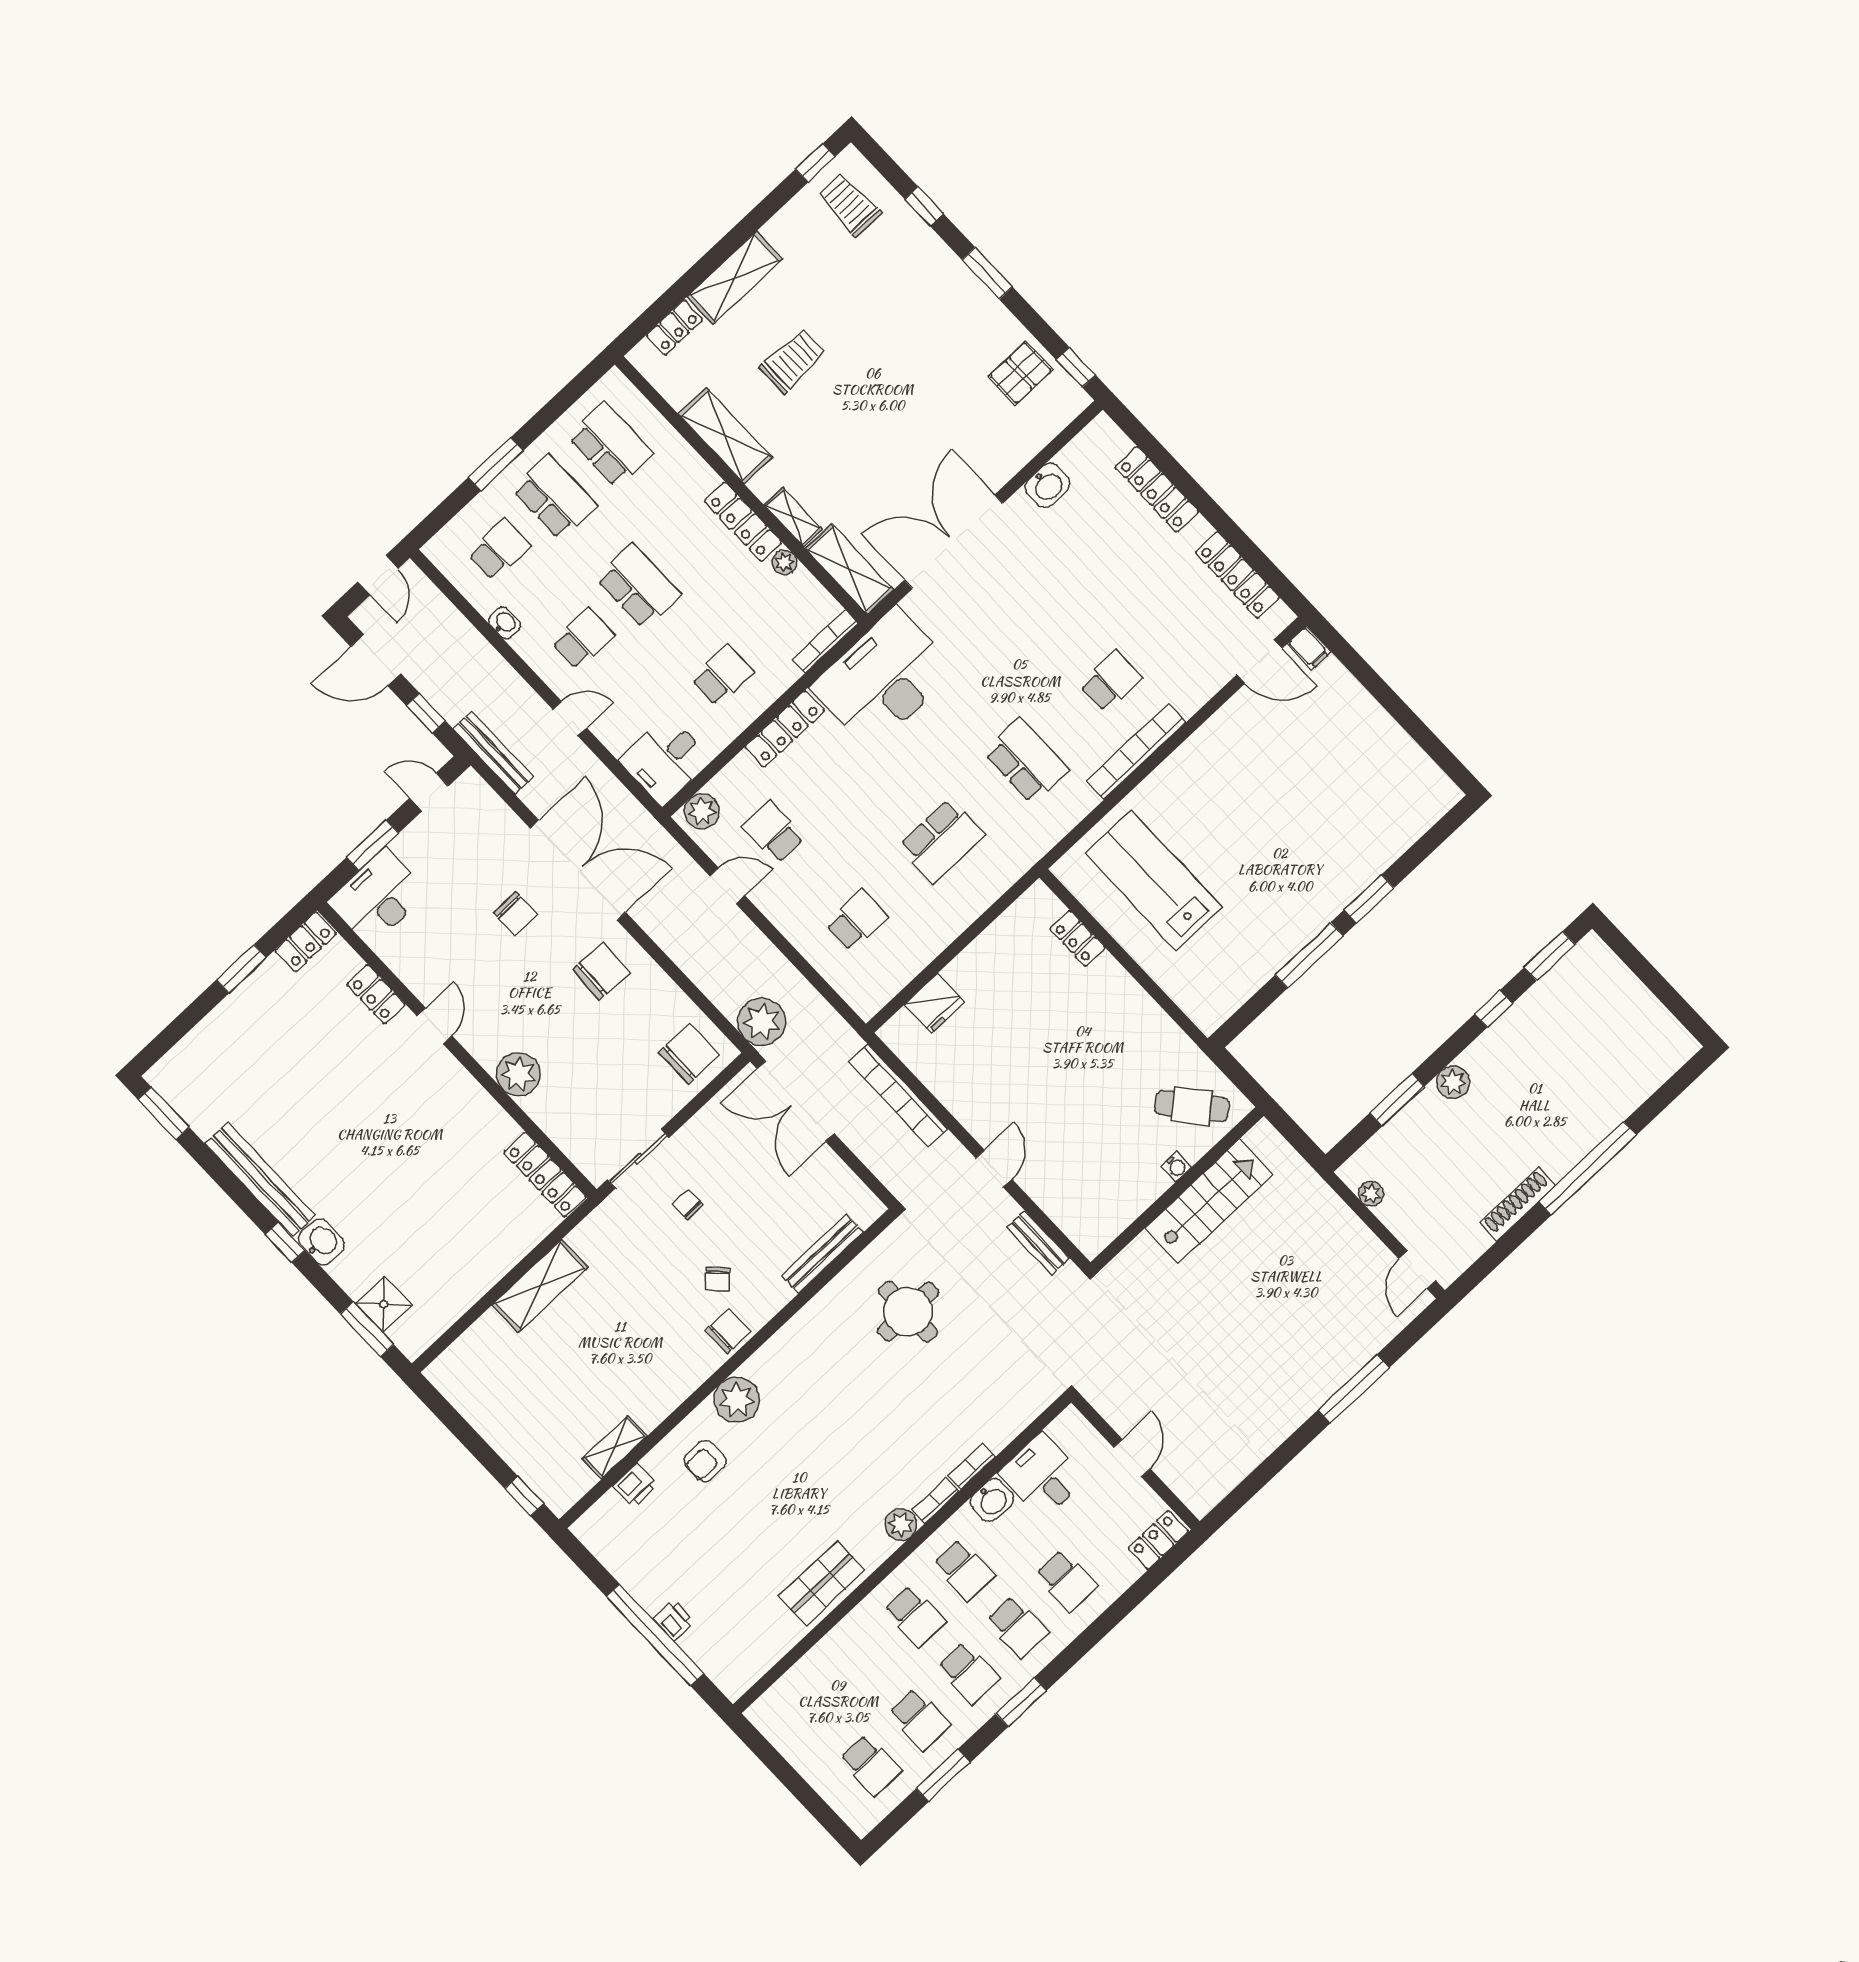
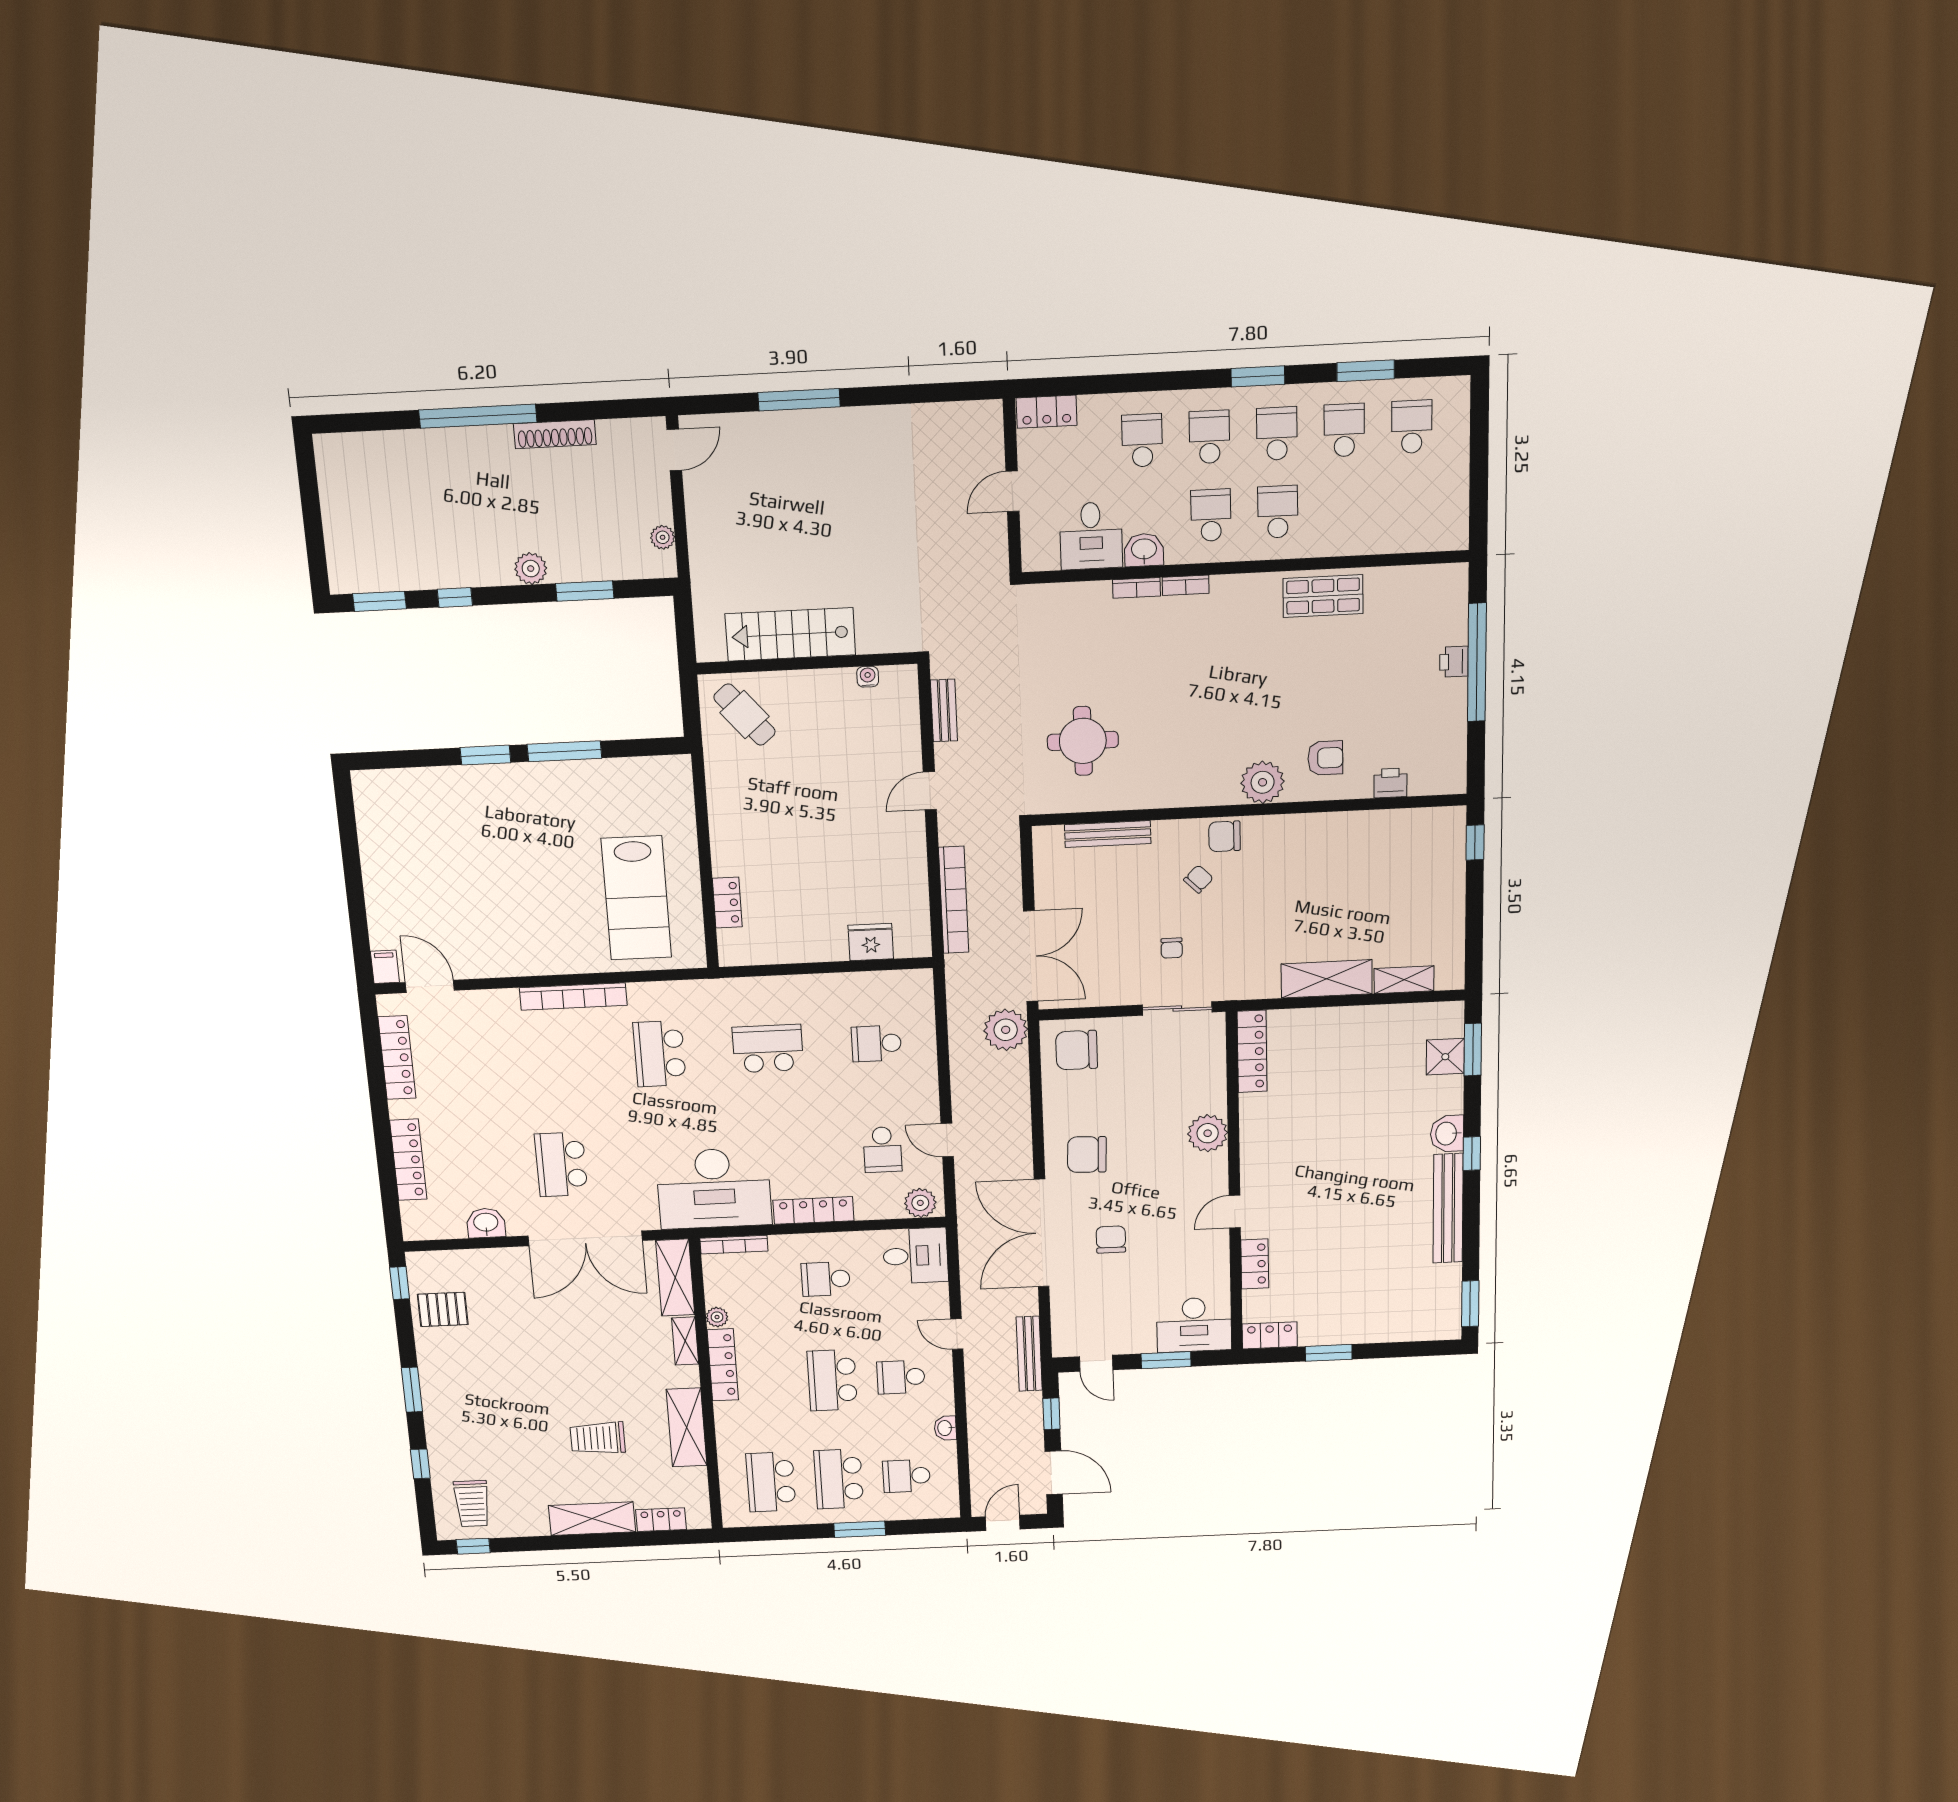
school desk: (1111, 681) -> (561, 1164), moved, width x1.85
water cooler: (1176, 1167) -> (868, 677), moved
shelving: (615, 1447) -> (1404, 980), moved
plant: (901, 1525) -> (1227, 589), removed

